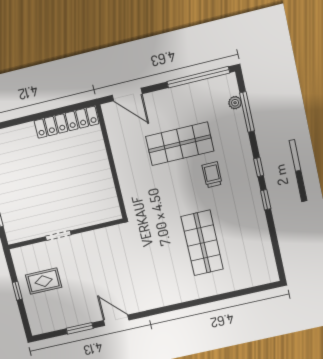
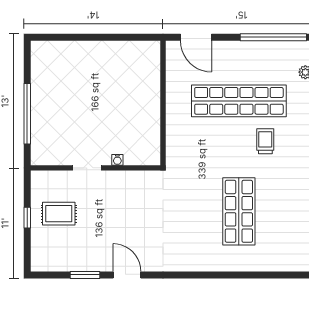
locker: (66, 122) -> (126, 50), removed
shop shelf: (180, 144) -> (239, 101), width x1.40
water cooler: (83, 222) -> (117, 160), added

